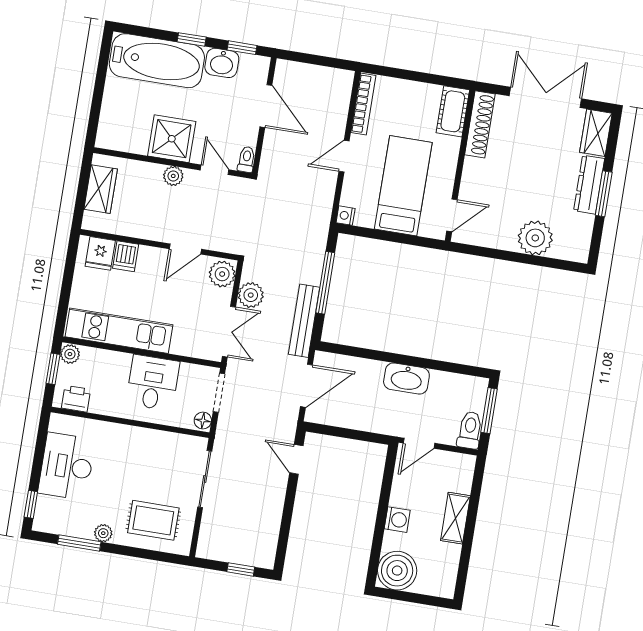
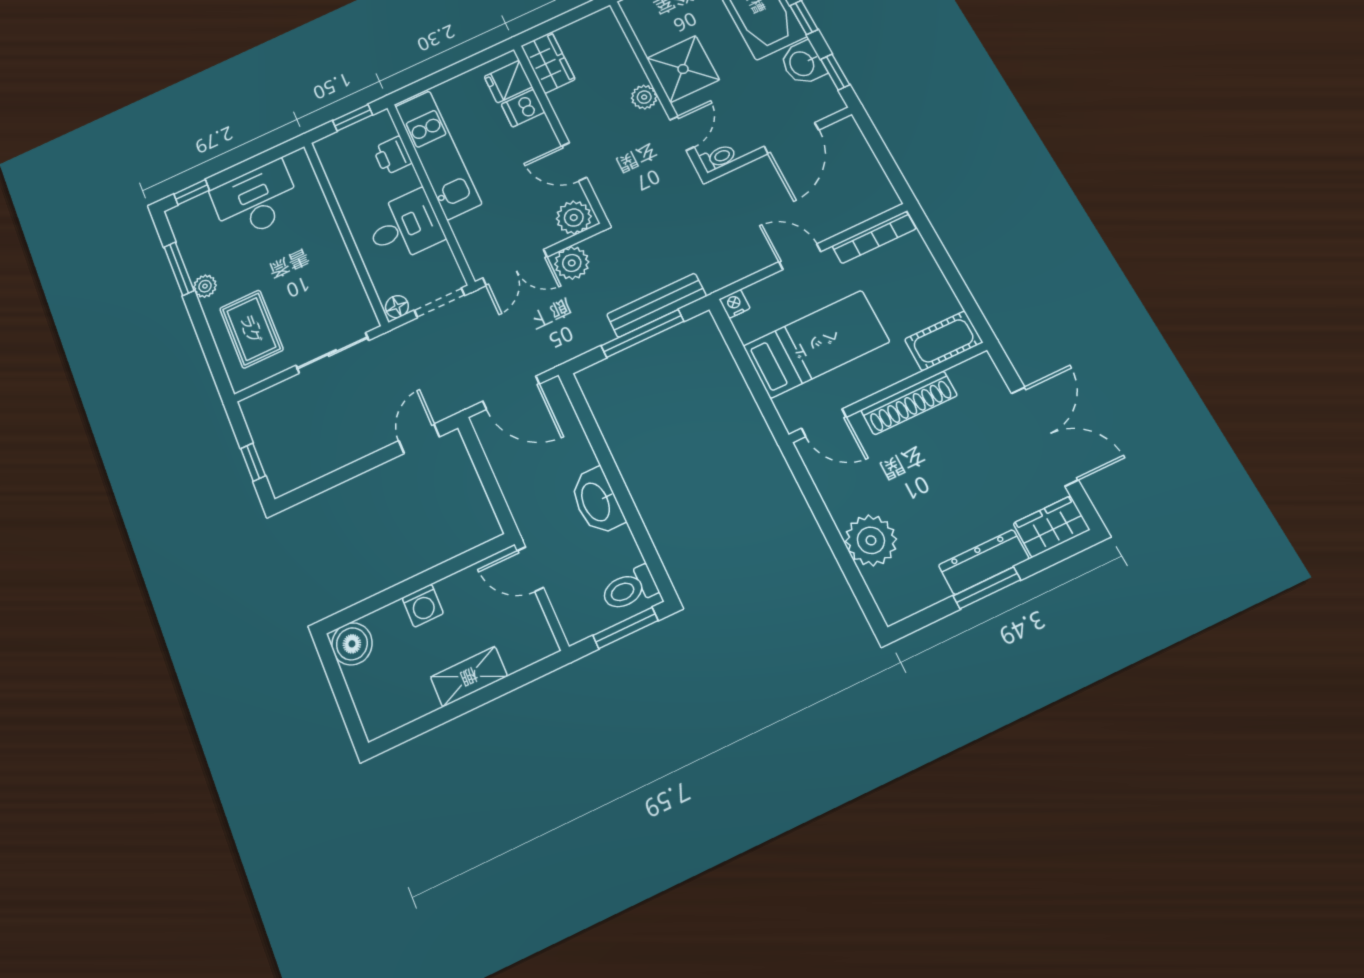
shoe rack: (480, 124) -> (909, 403), moved
wardrobe: (101, 189) -> (548, 63), moved, turned -90
bench: (304, 321) -> (657, 305), moved
plant: (70, 354) -> (380, 124), removed
printer: (76, 399) -> (392, 155), moved, turned 180
toilet: (470, 430) -> (629, 589), moved, turned 180
boiler: (397, 571) -> (352, 644), width x0.73, depth x0.73

